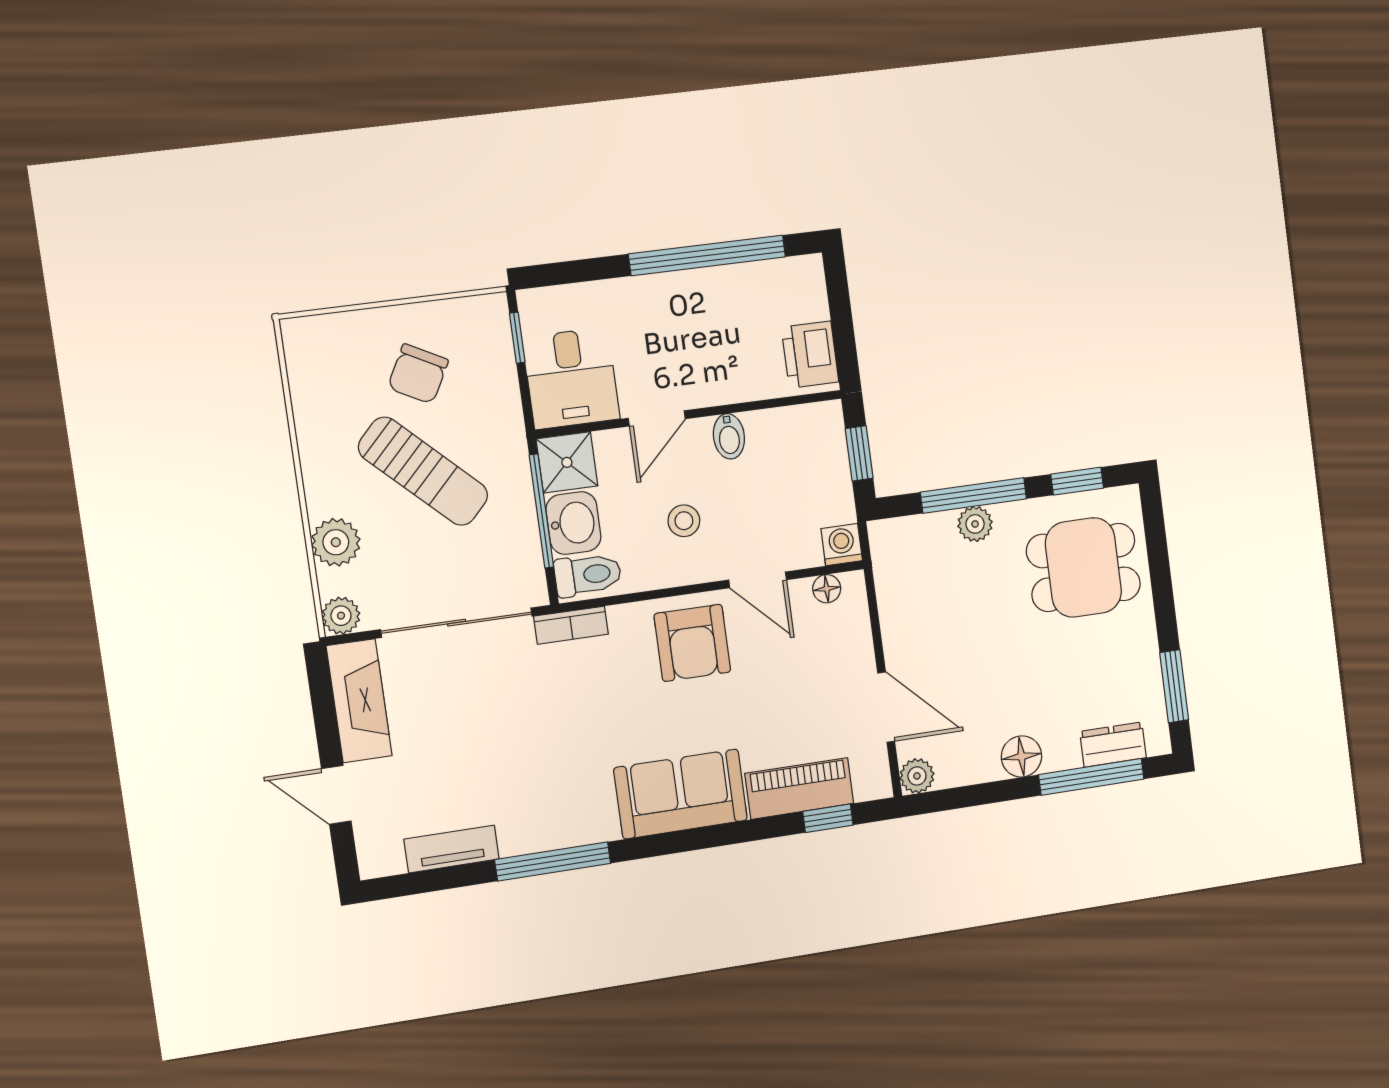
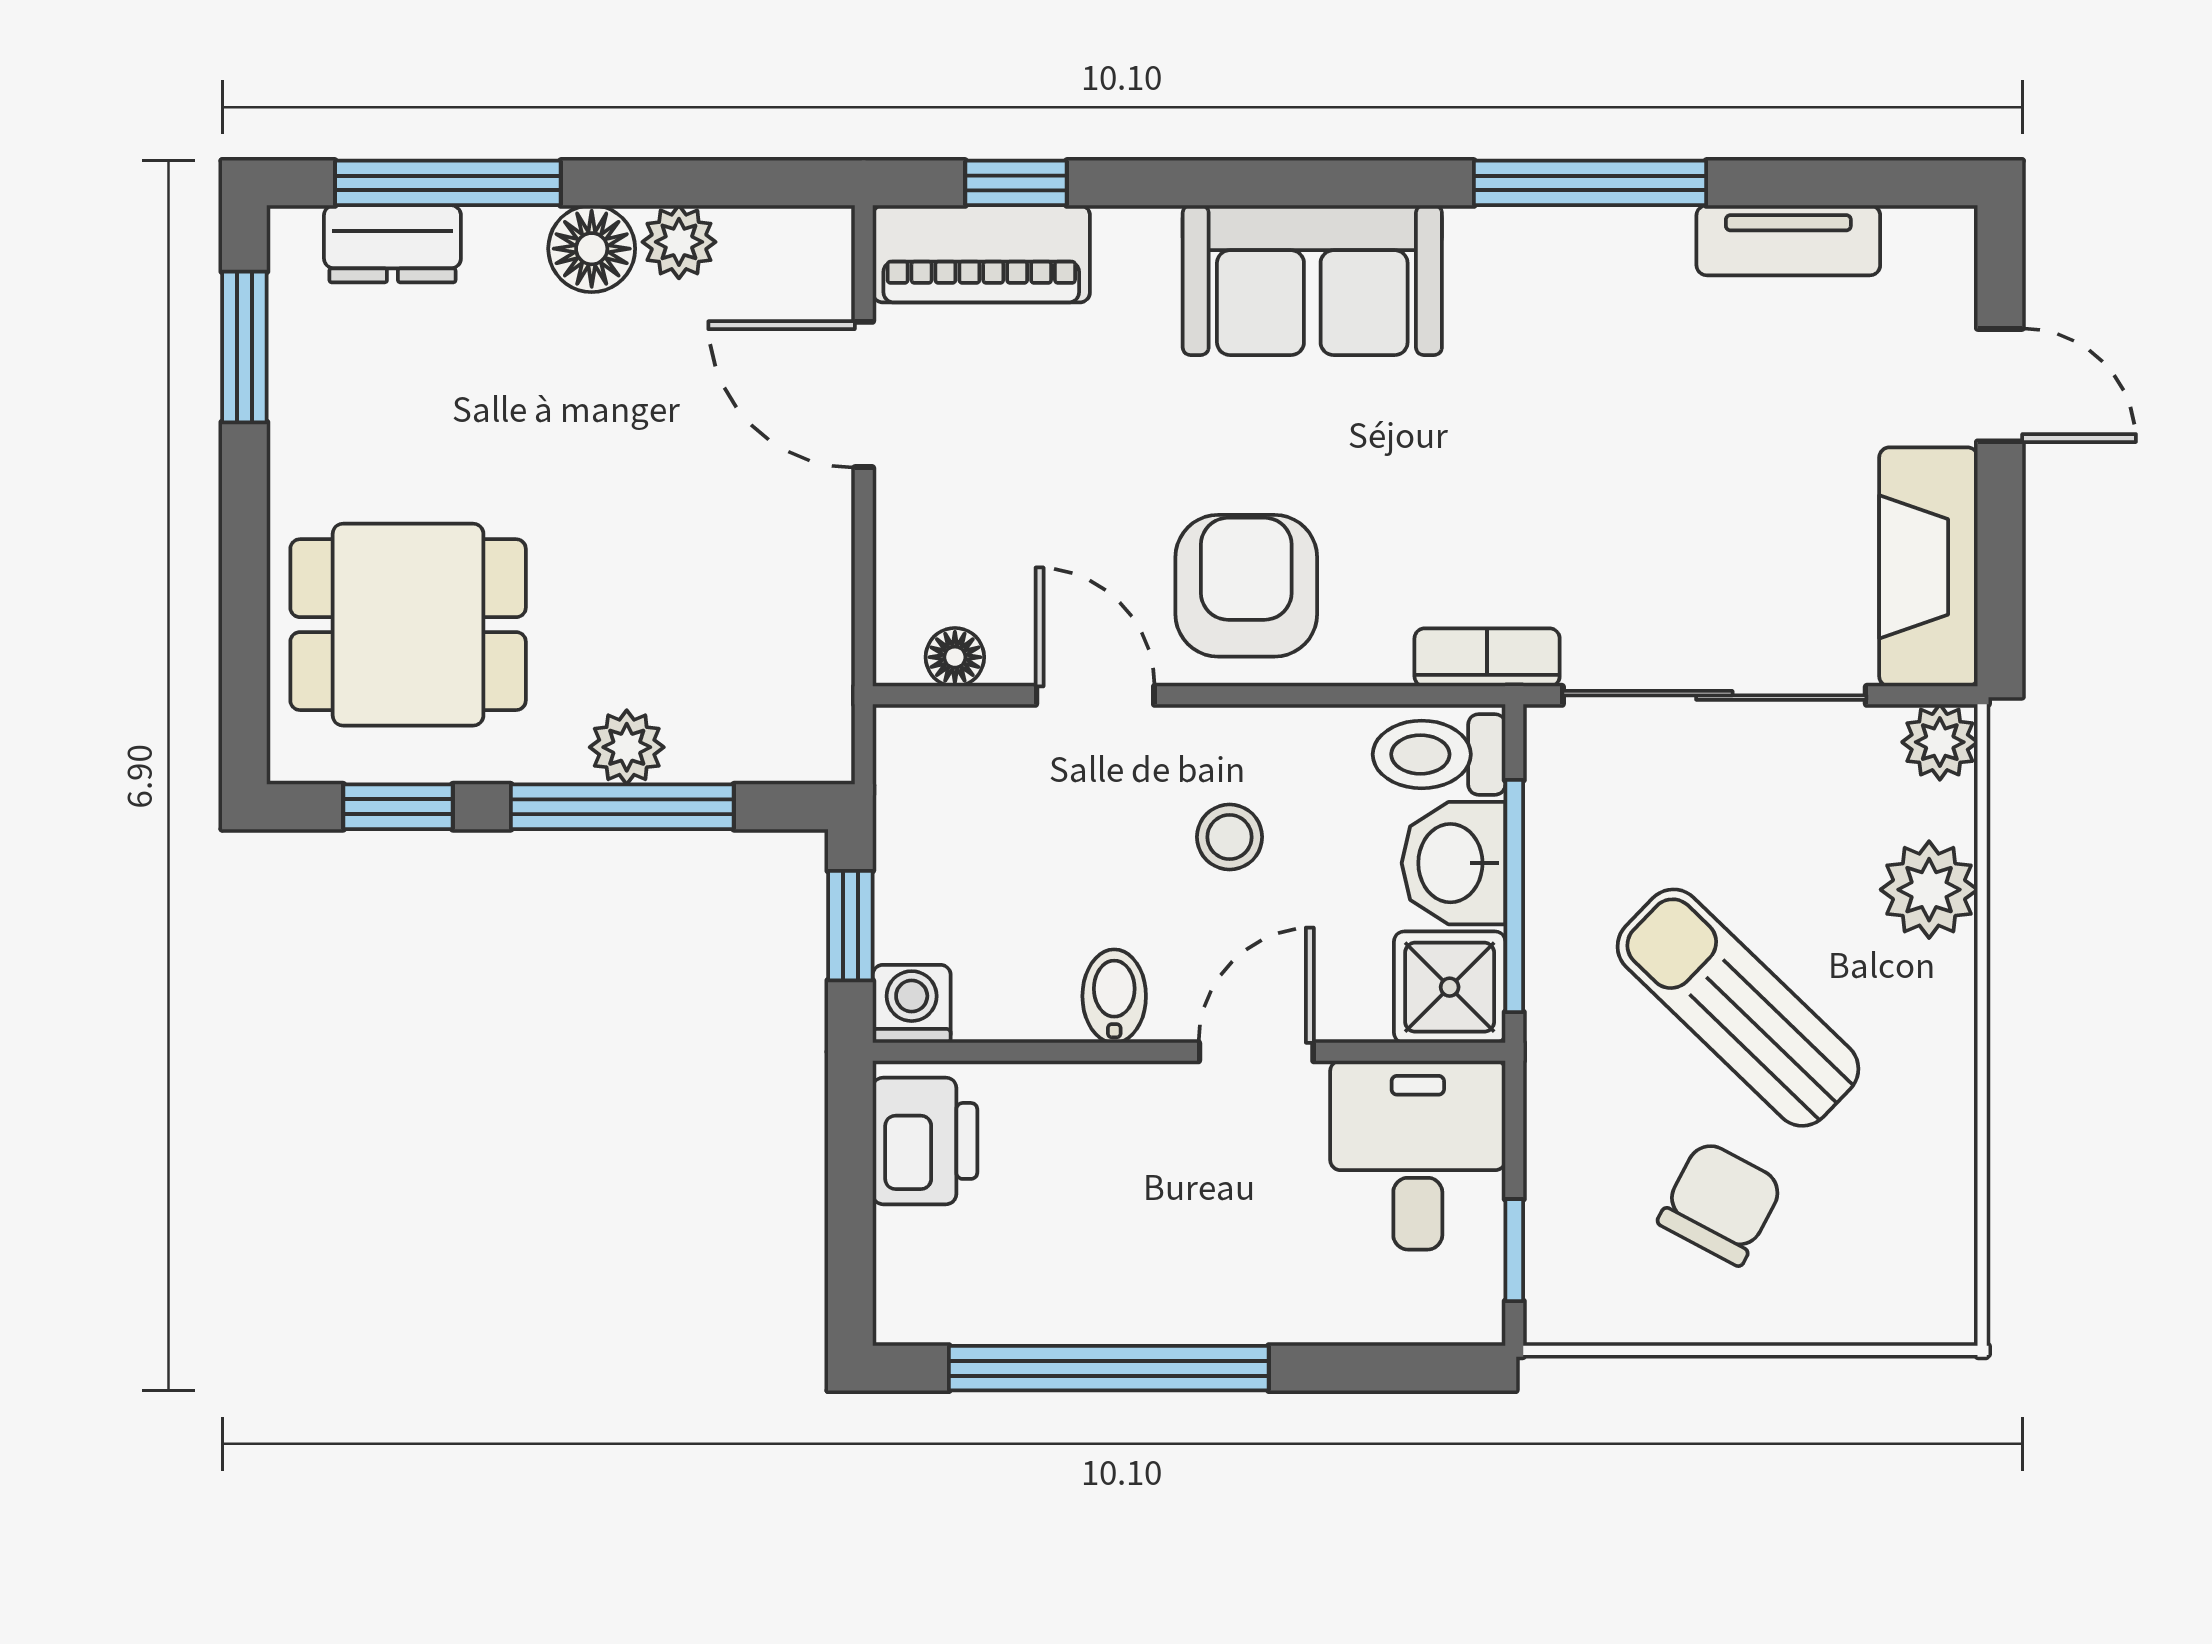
washing machine: (842, 545) -> (912, 1004), moved, turned 180
plant: (917, 776) -> (679, 242), moved
piano: (799, 788) -> (981, 254), moved

